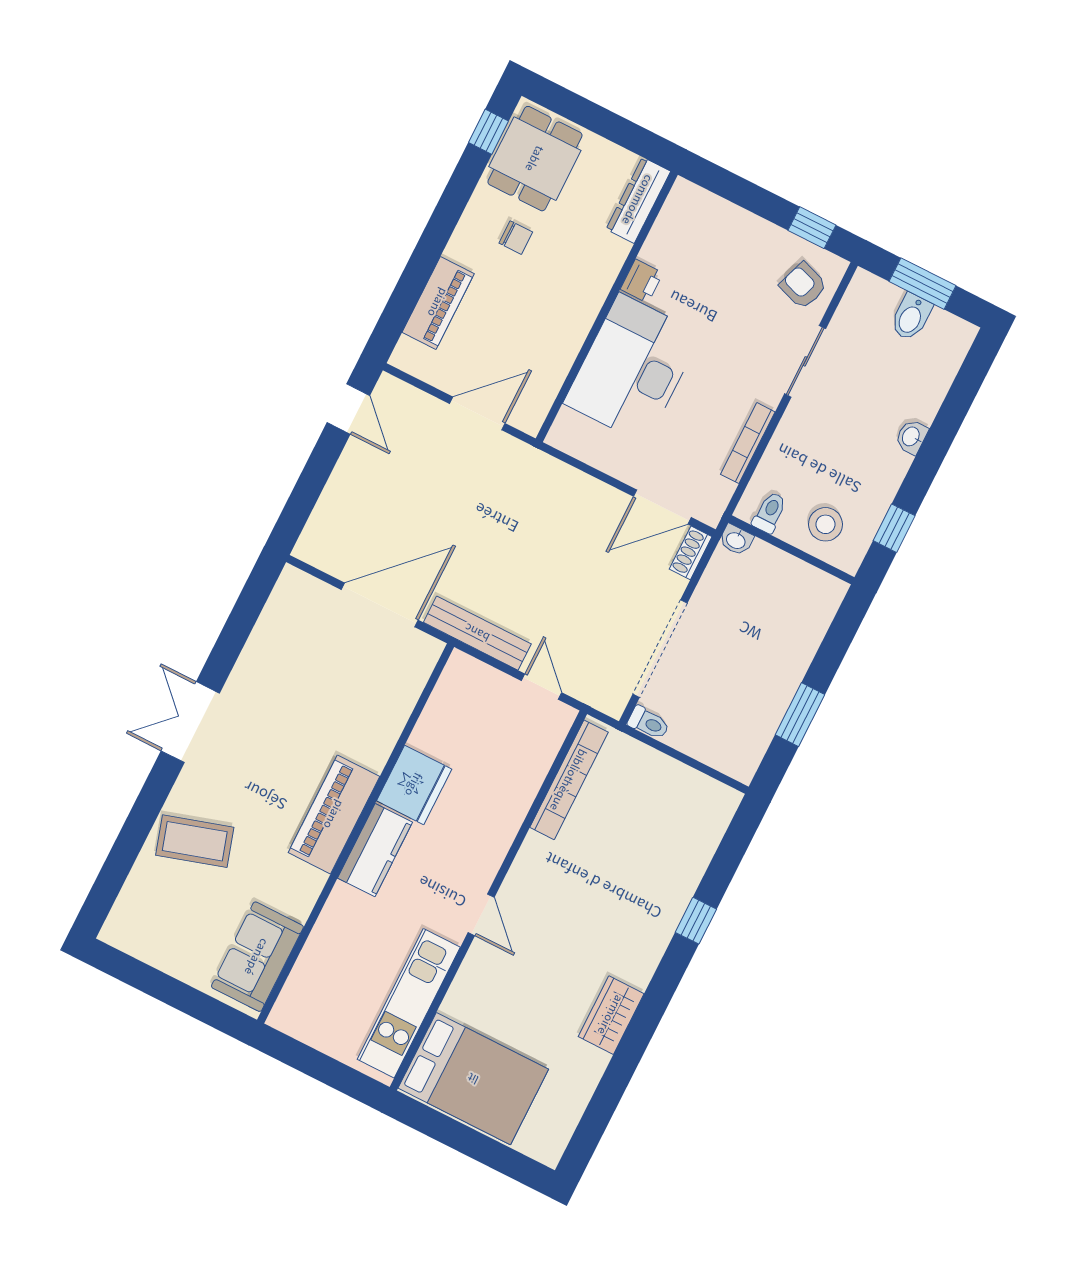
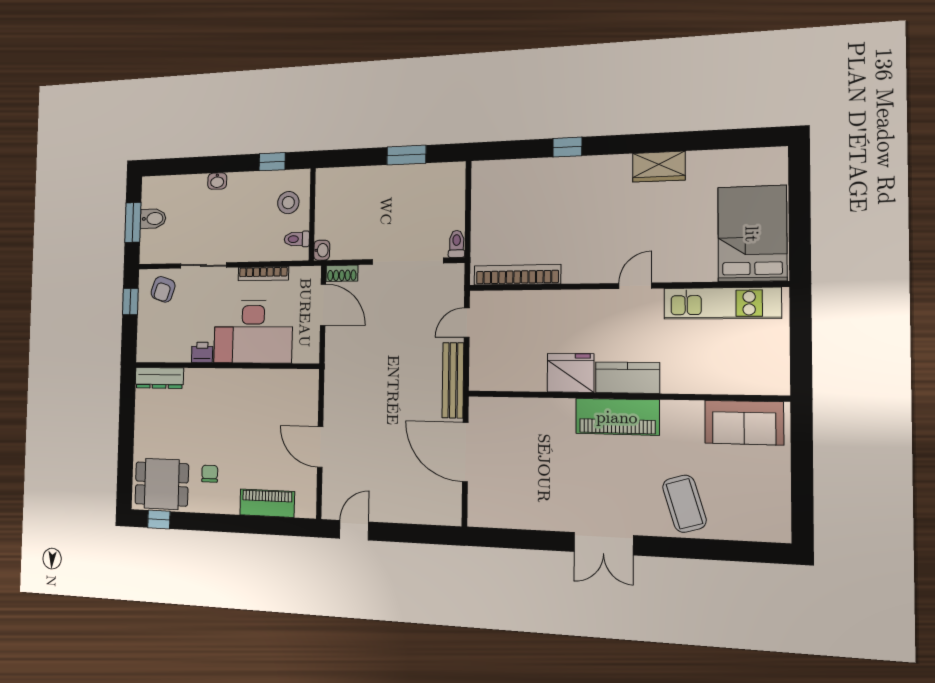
dresser: (638, 200) -> (159, 378), moved
printer: (642, 281) -> (202, 352), moved
wall: (607, 307) -> (225, 366), moved
desk: (632, 369) -> (253, 332), moved

